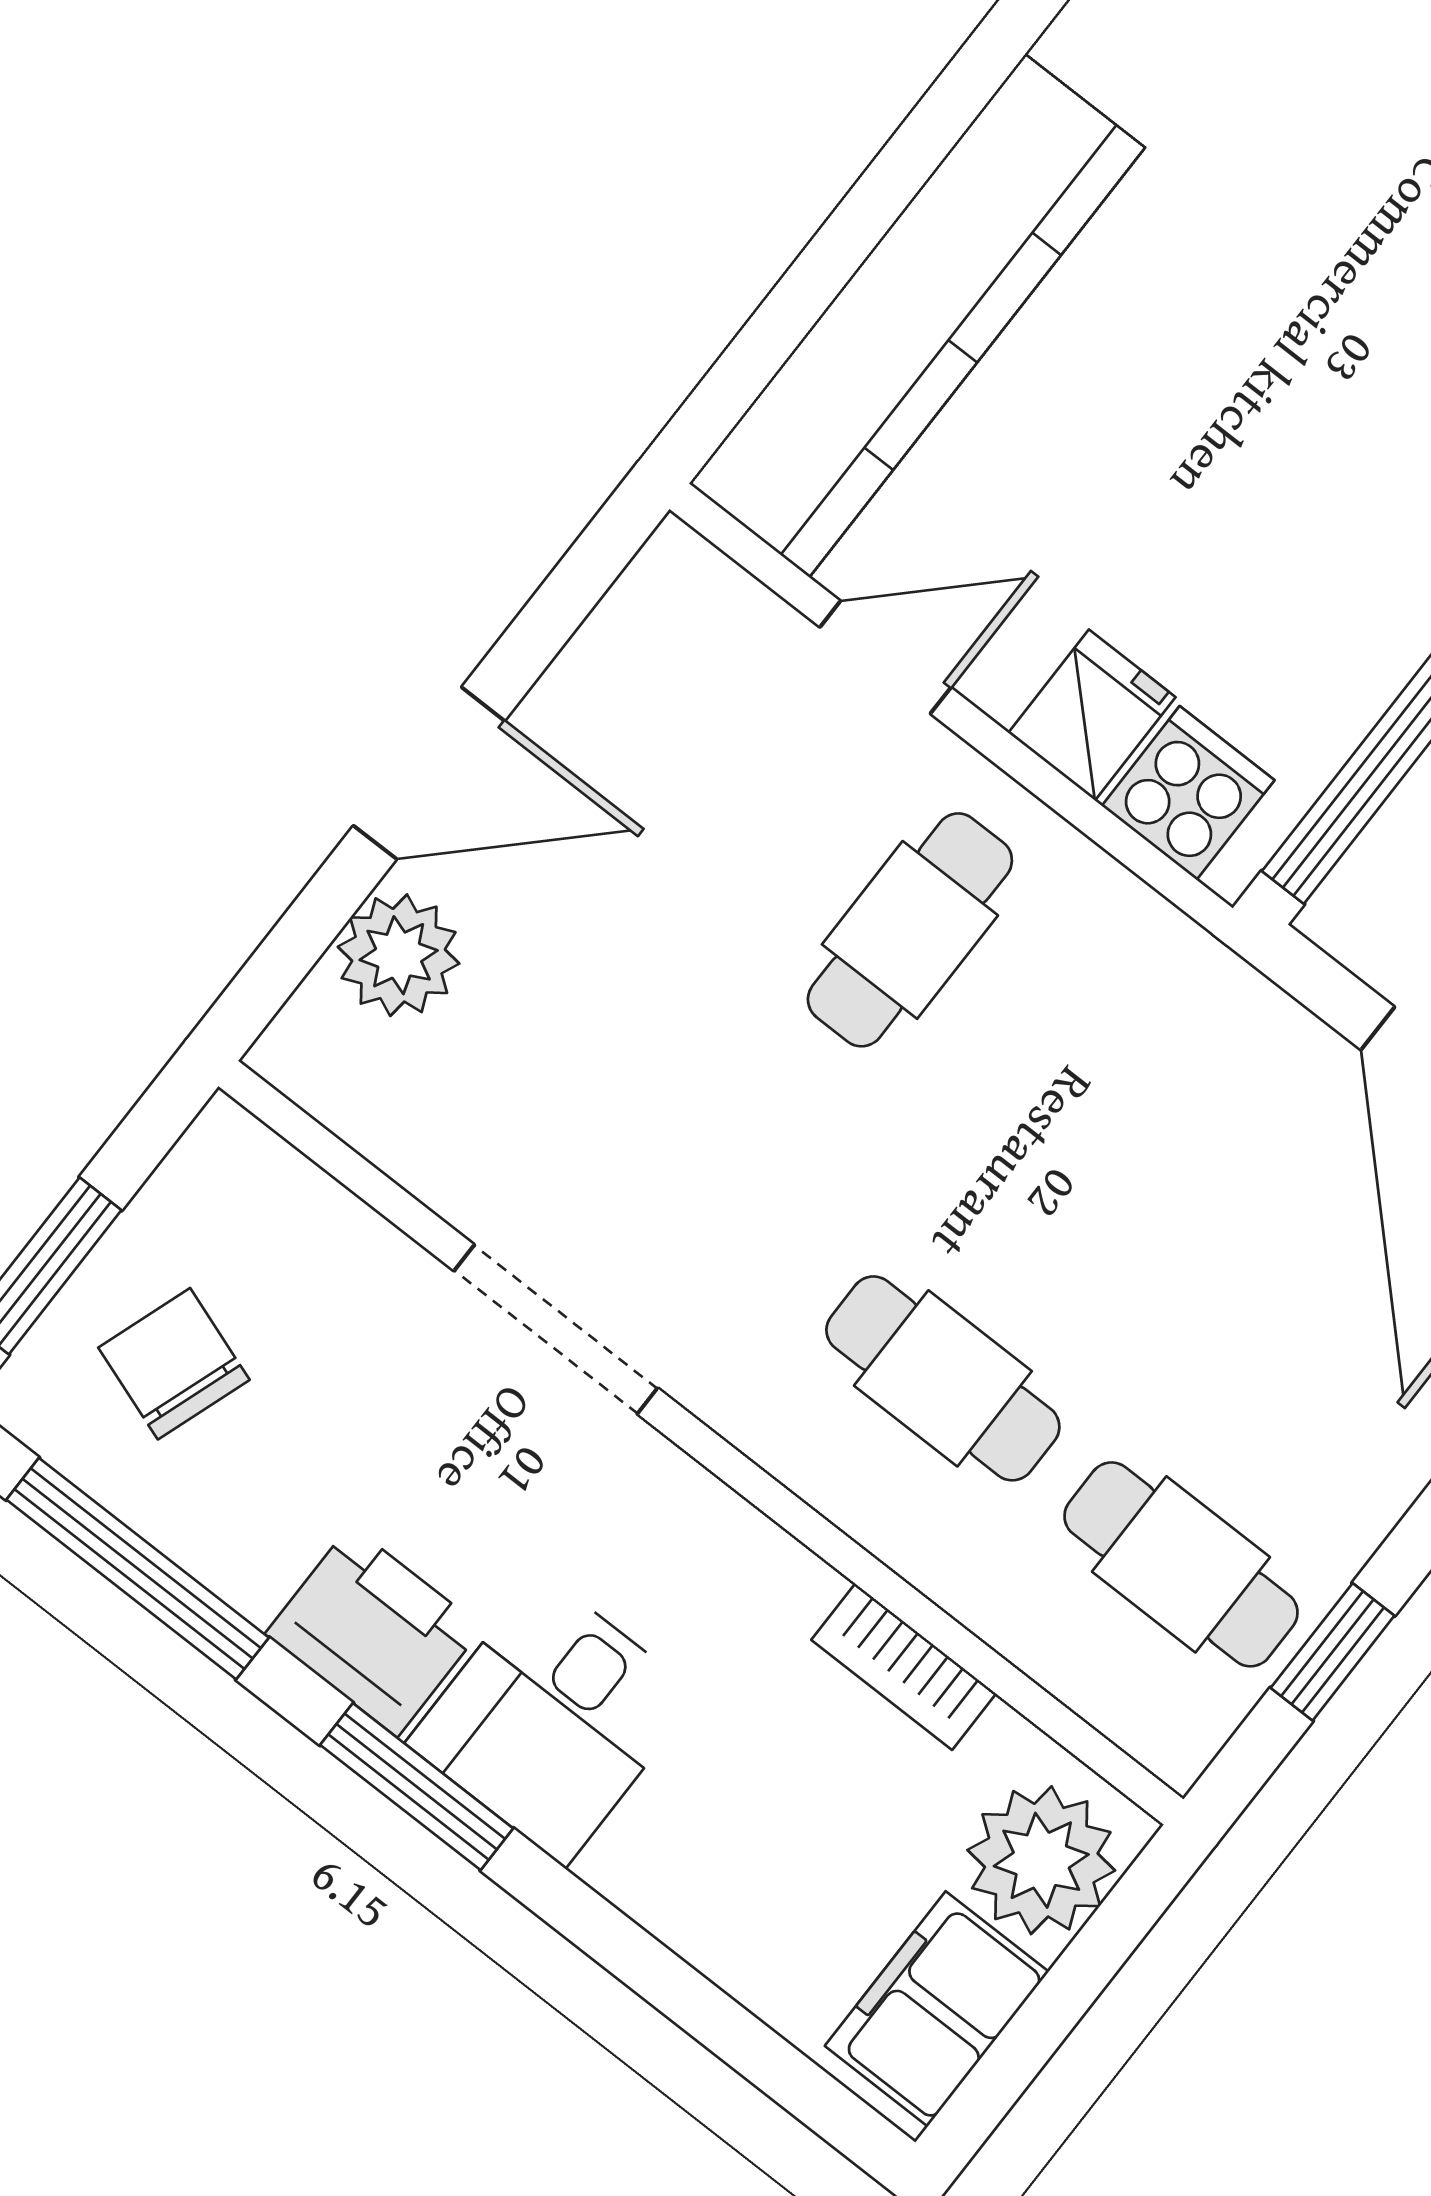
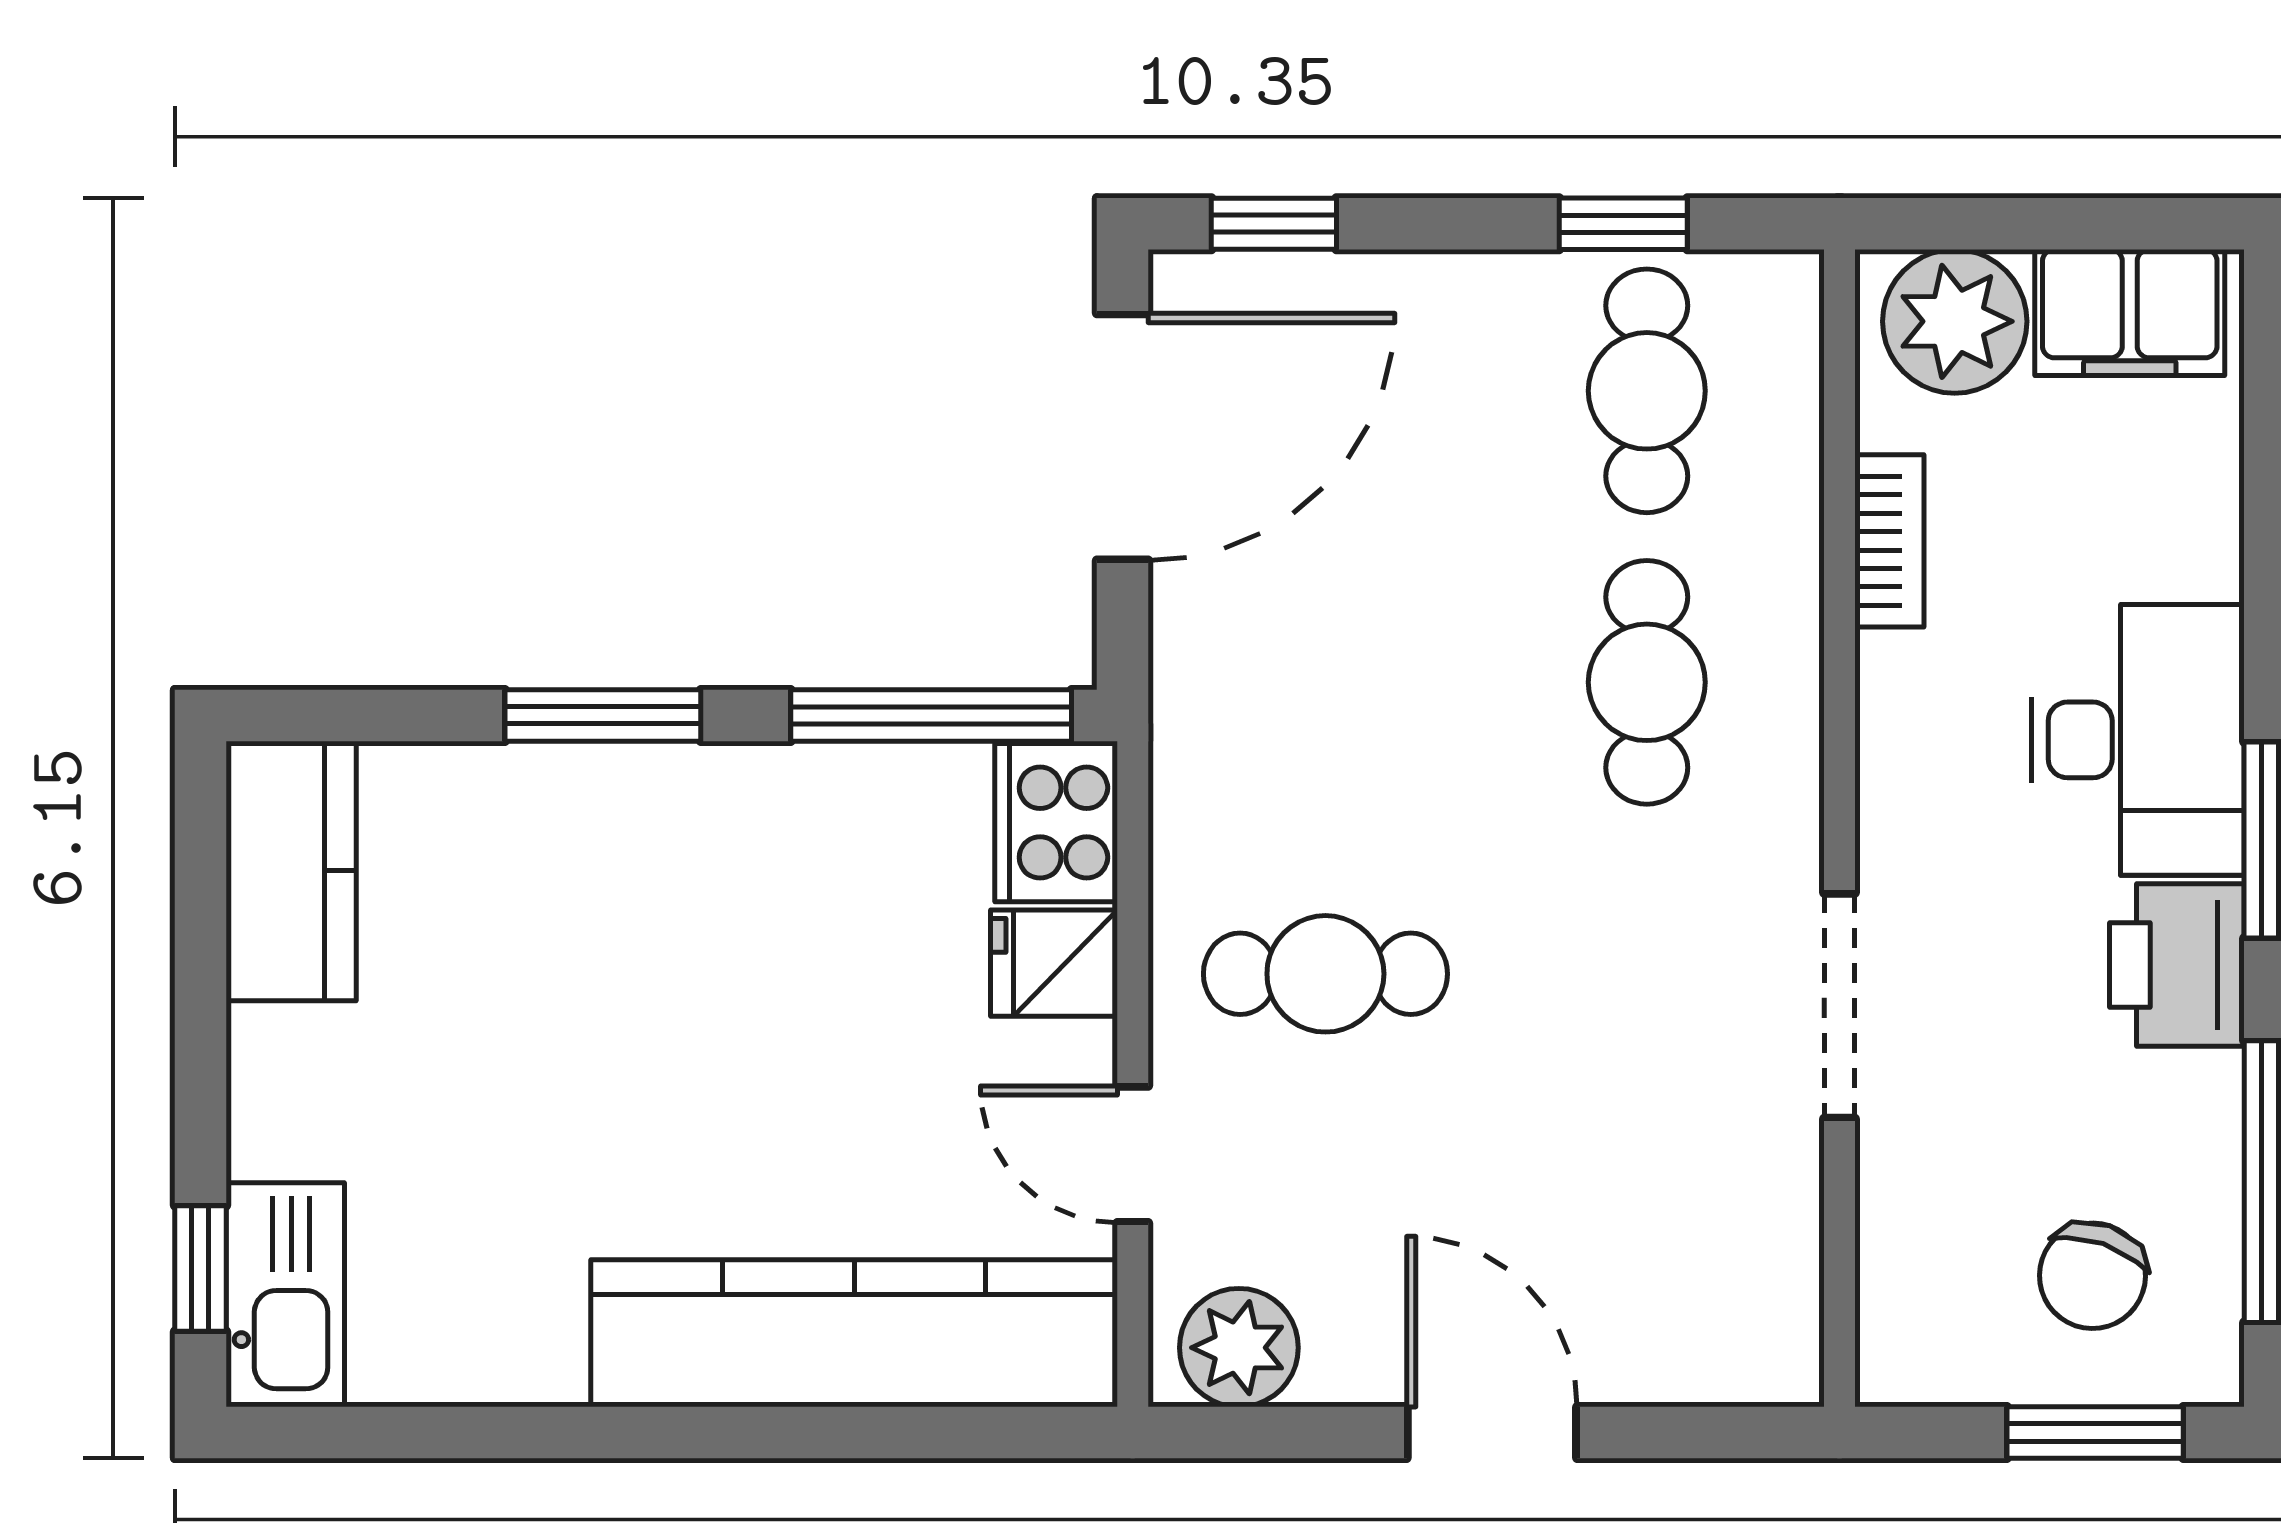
cooker: (1188, 793) -> (1056, 823), width x1.36
plant: (399, 955) -> (1239, 1348), moved
desk: (553, 1719) -> (2138, 740), width x1.37

